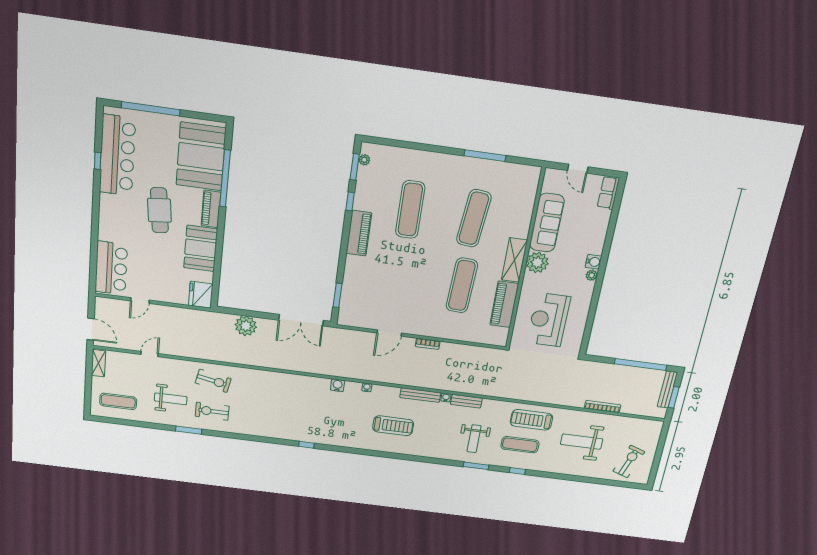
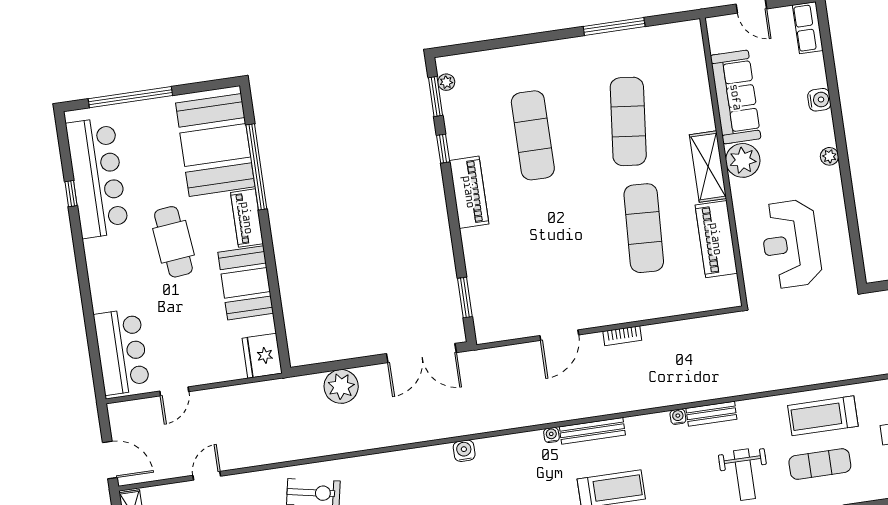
water cooler: (593, 262) -> (819, 100), moved
water cooler: (338, 385) -> (464, 451), moved
bench: (420, 395) -> (592, 431), moved

